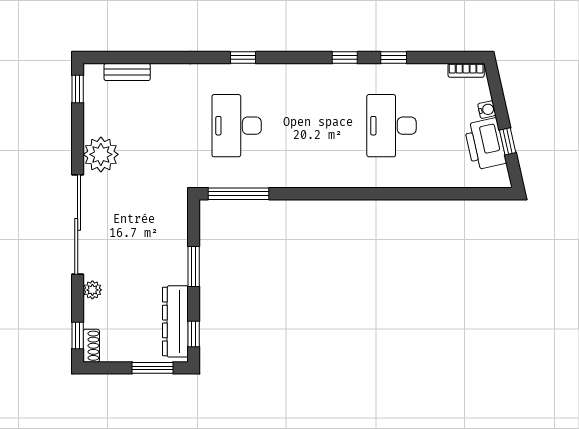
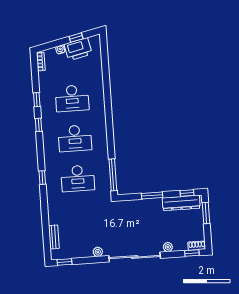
desk: (314, 126) -> (75, 138), added
plant: (101, 154) -> (98, 252), width x0.53, depth x0.53

